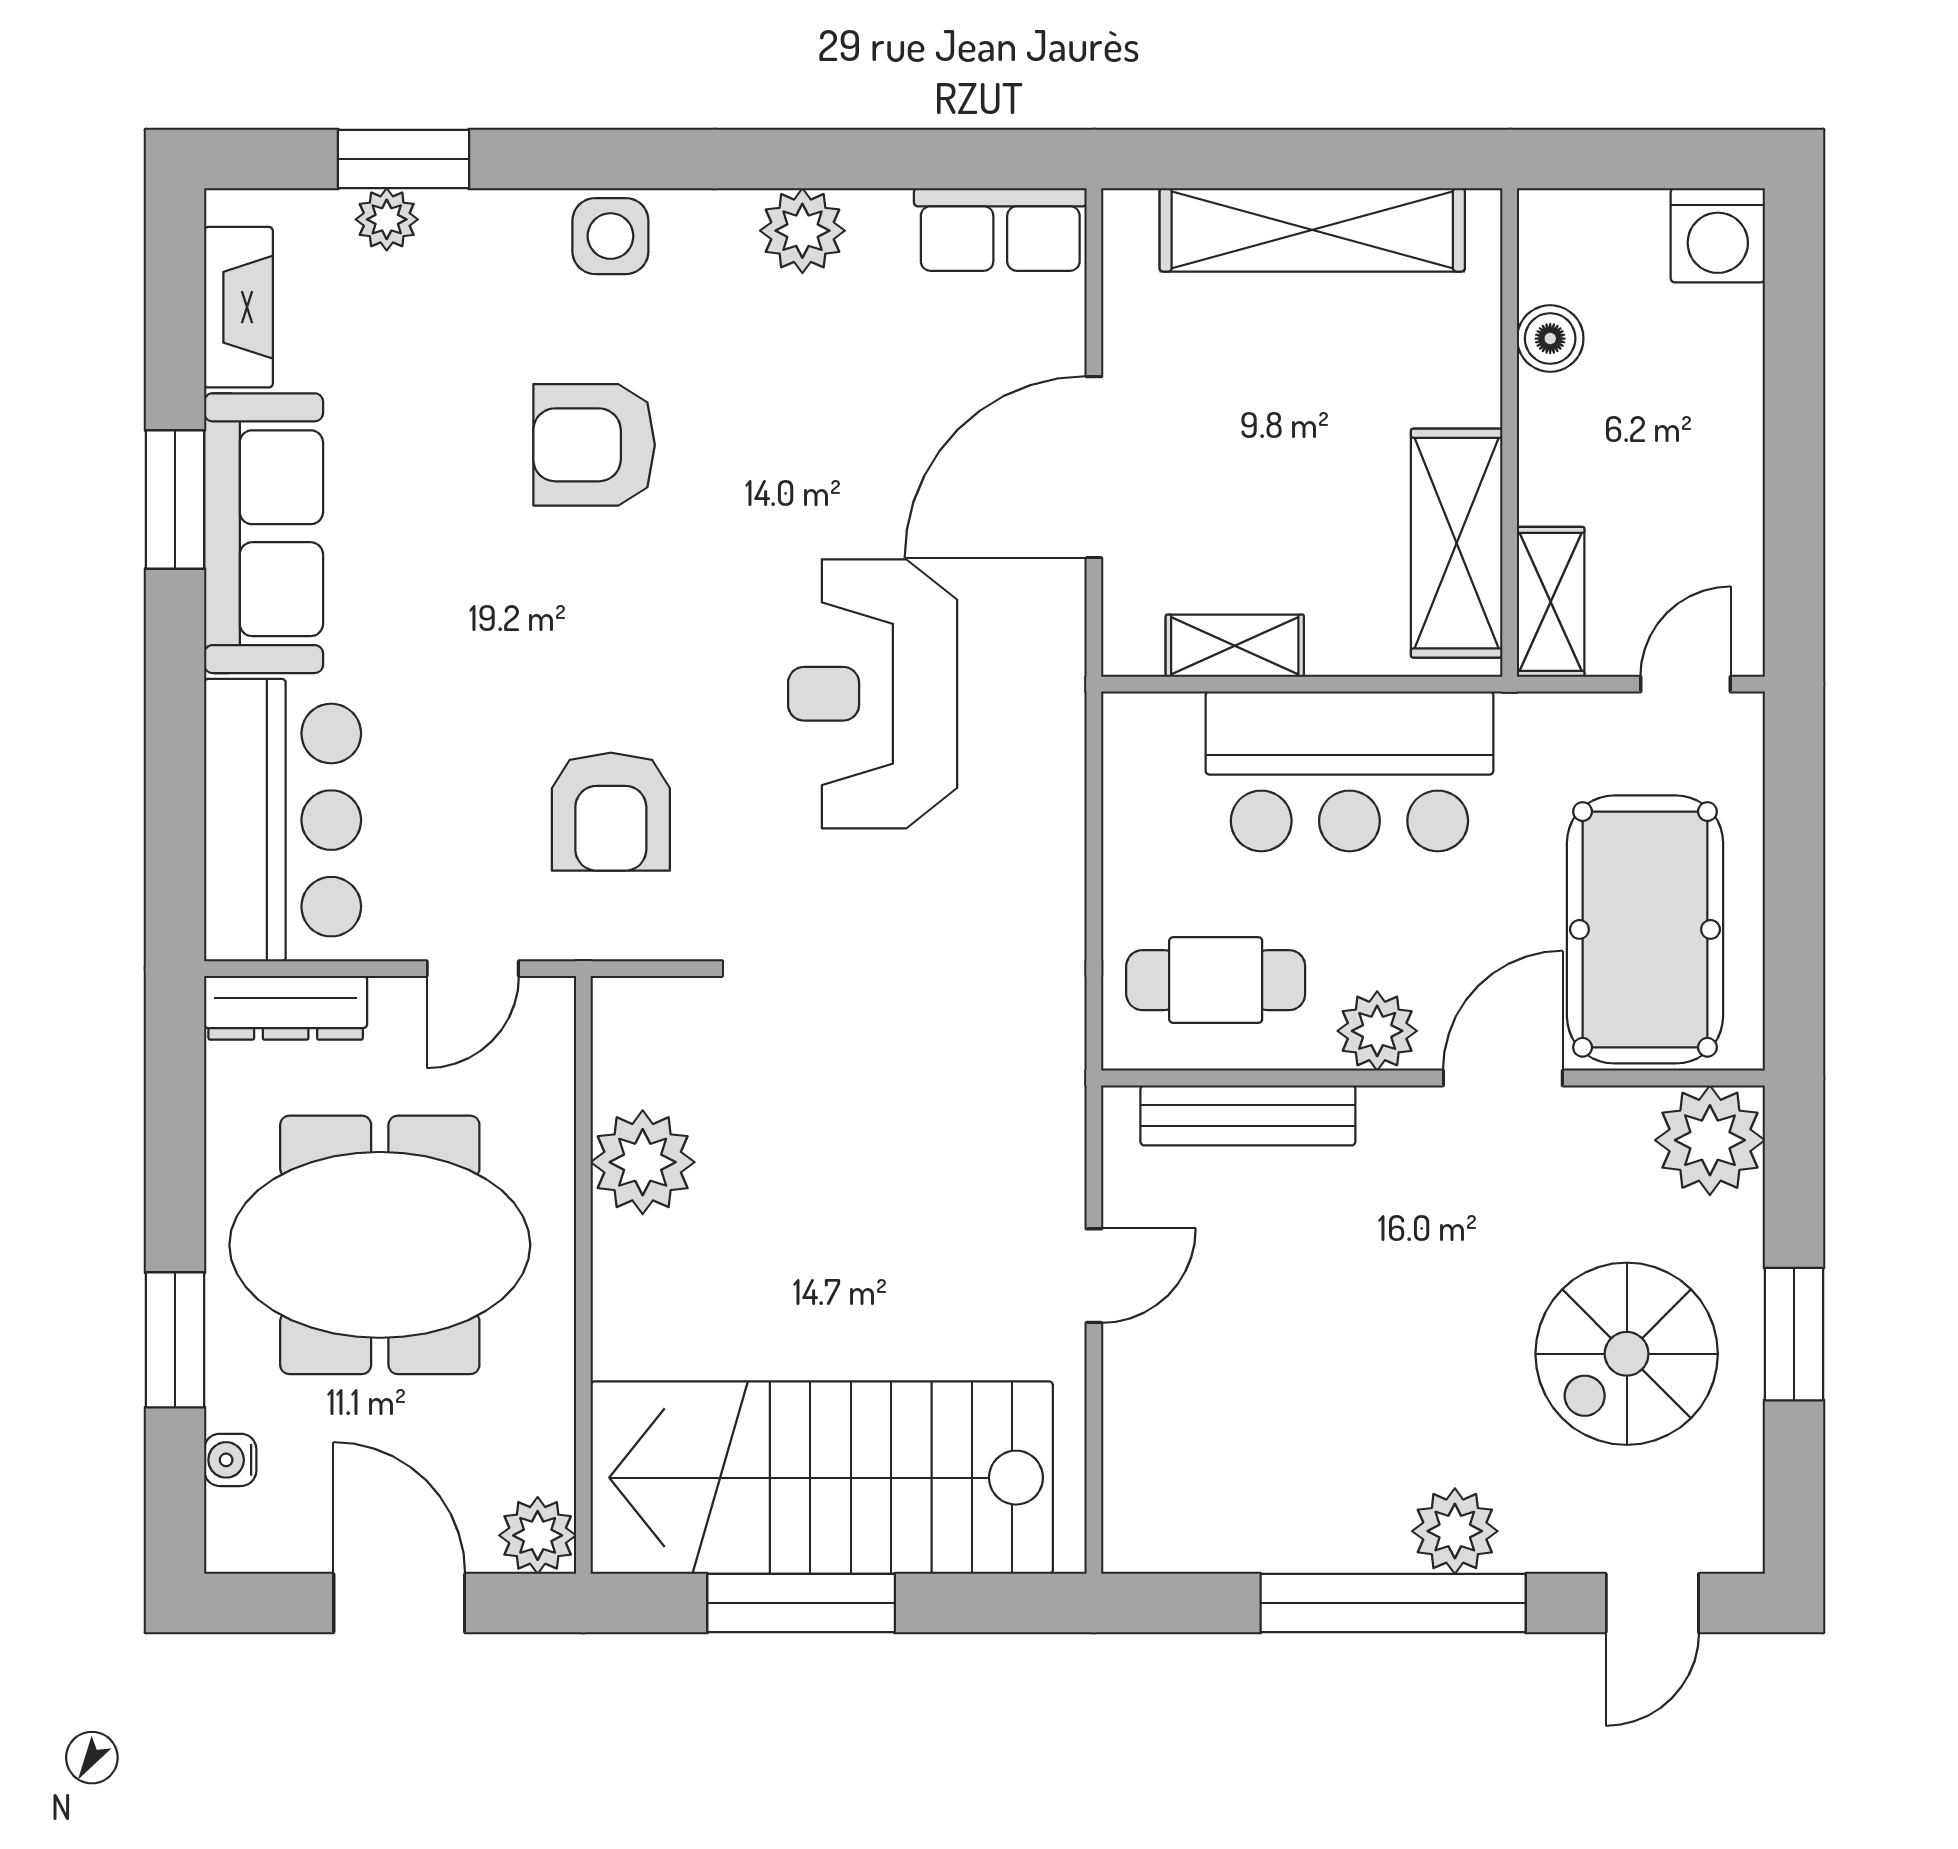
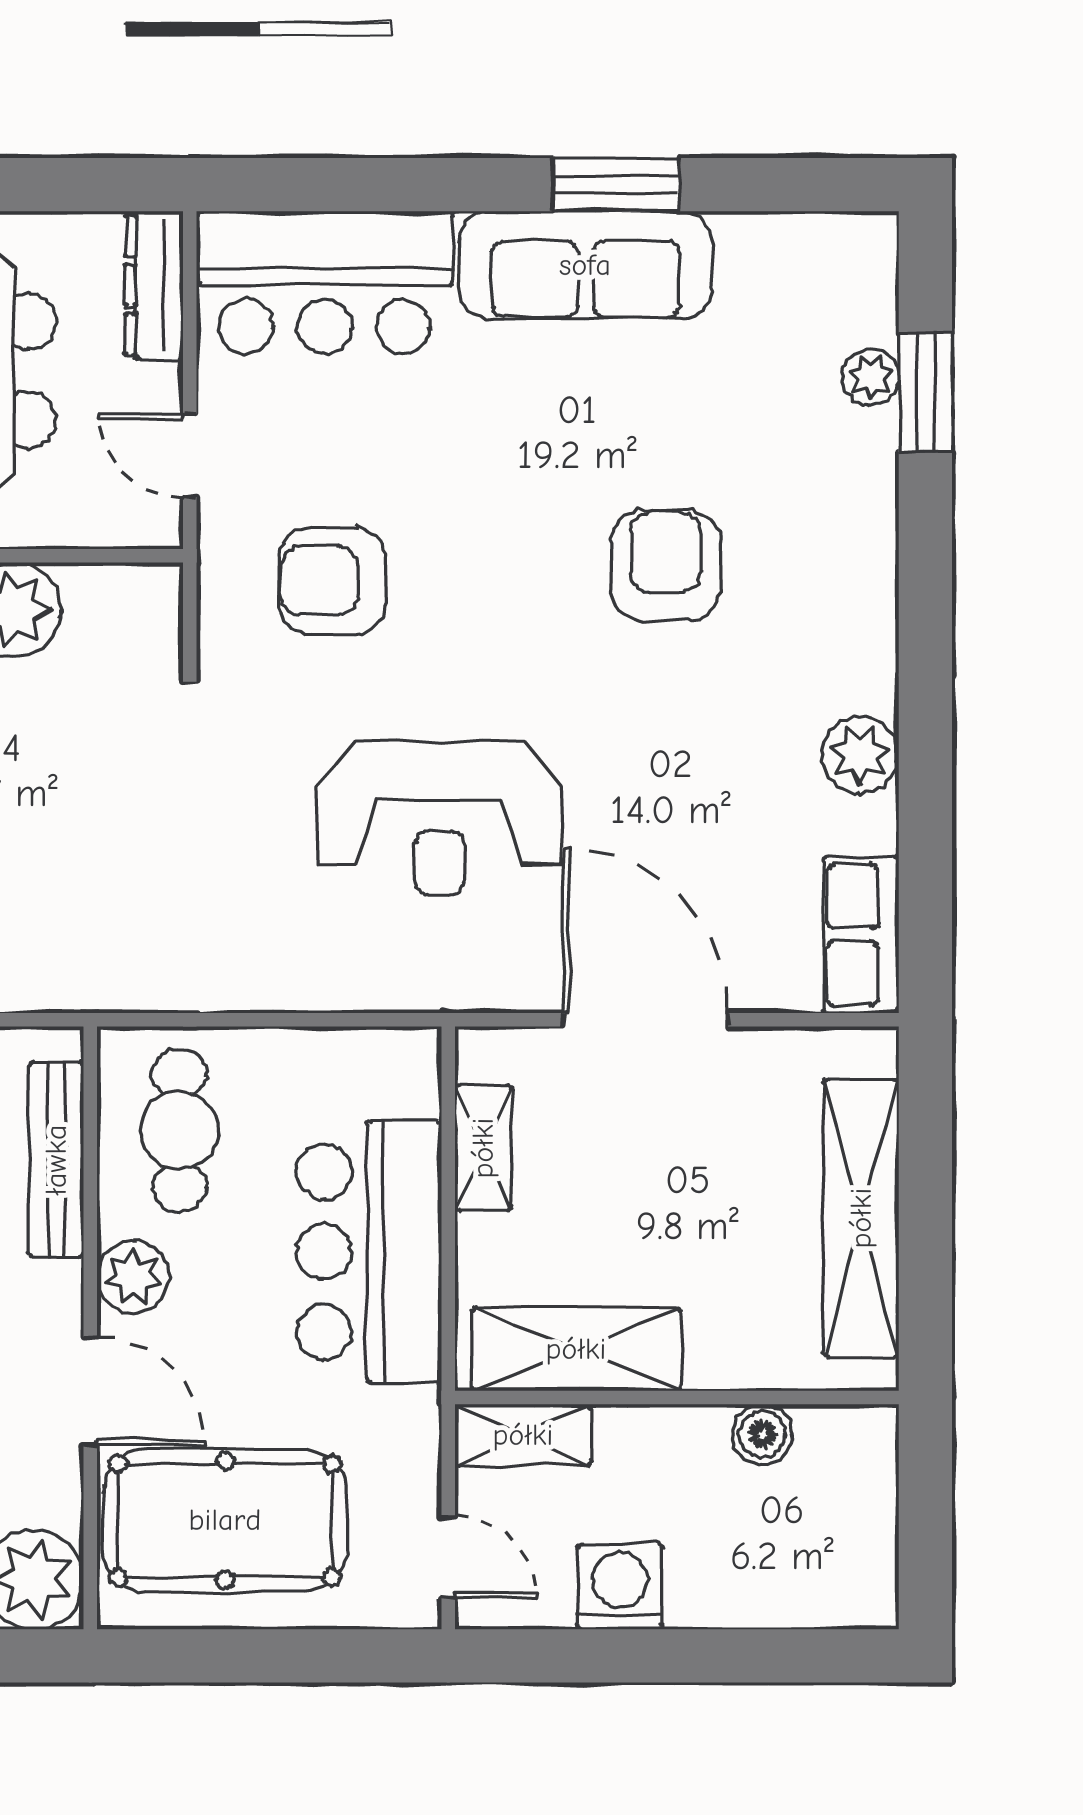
washing machine: (1718, 235) -> (620, 1587), moved, turned 90
side table: (610, 236) -> (855, 580), removed
fireplace: (238, 307) -> (791, 242), removed
reception desk: (873, 694) -> (439, 819), turned 180

